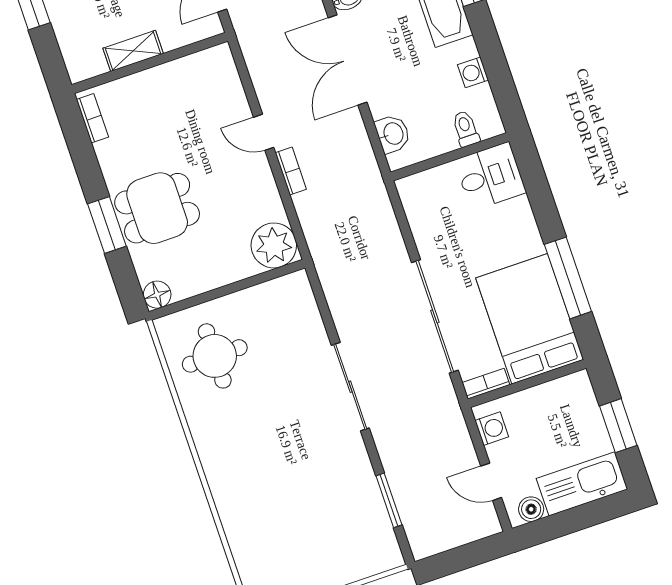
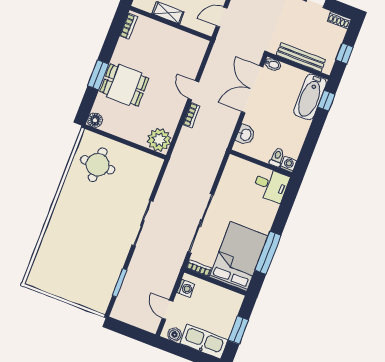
washing machine: (473, 72) -> (288, 164), moved, turned 90

